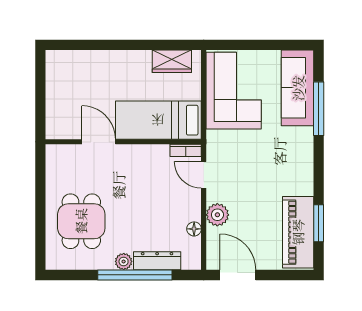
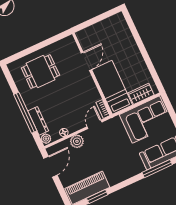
wardrobe: (172, 61) -> (141, 94), moved, turned 90
plant: (124, 261) -> (46, 139), moved

